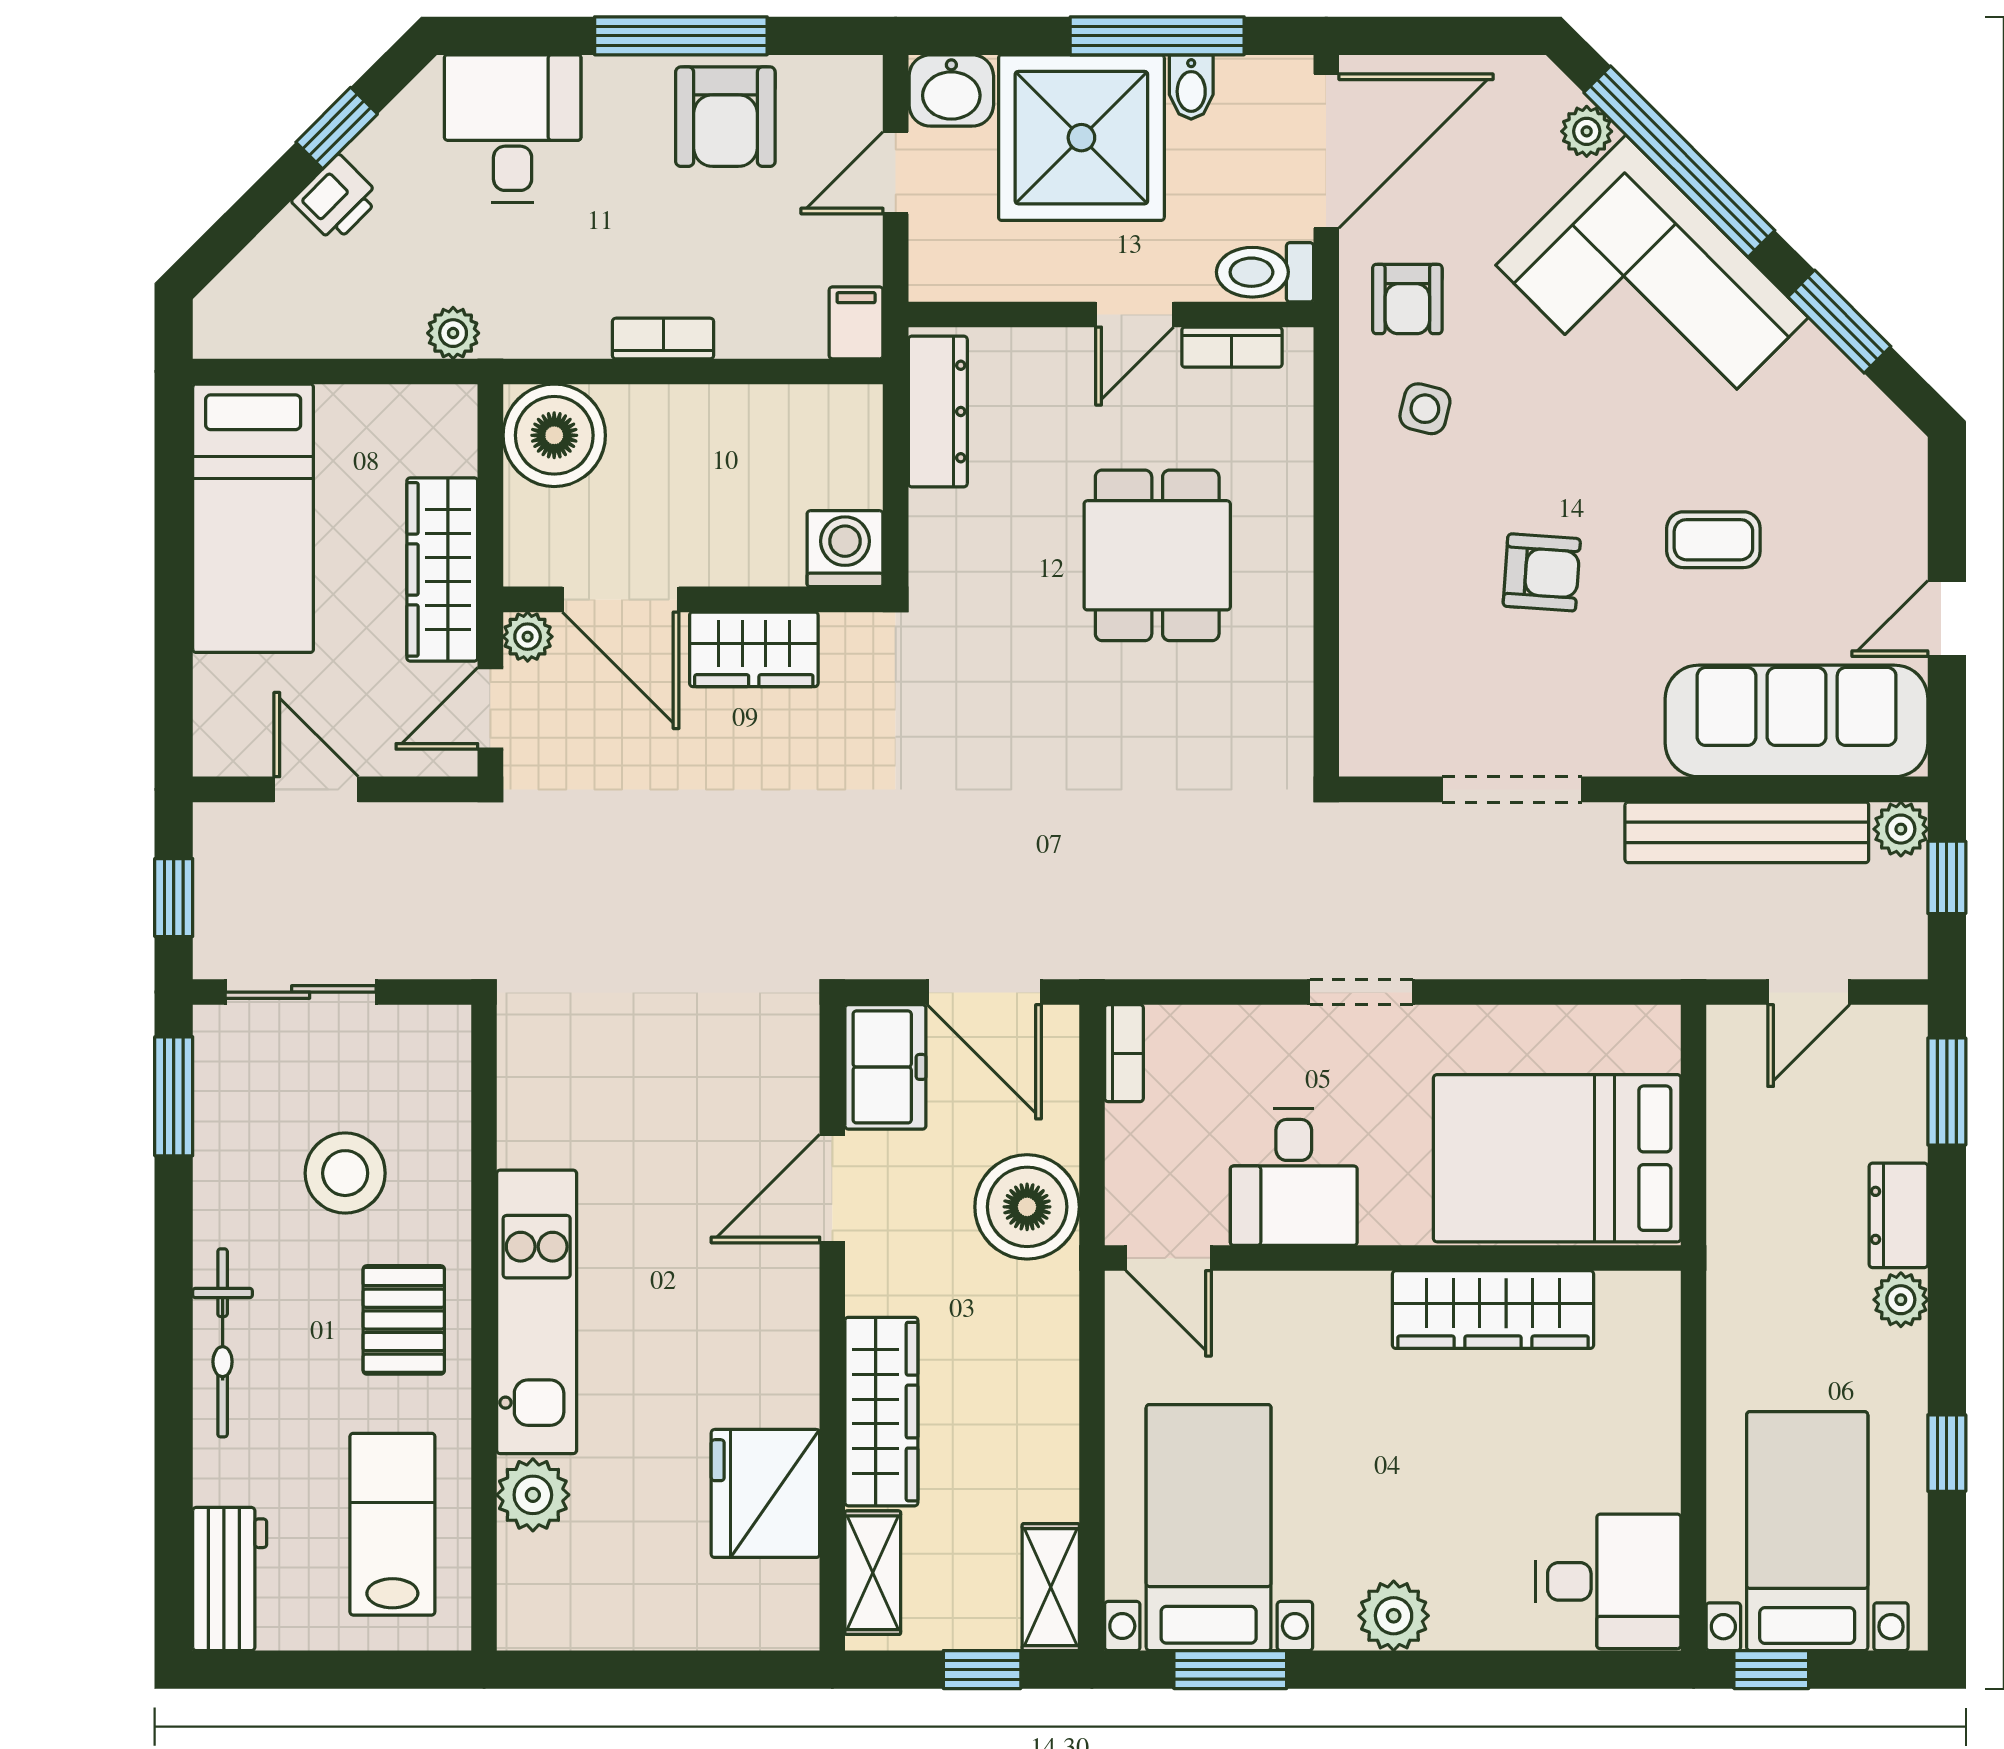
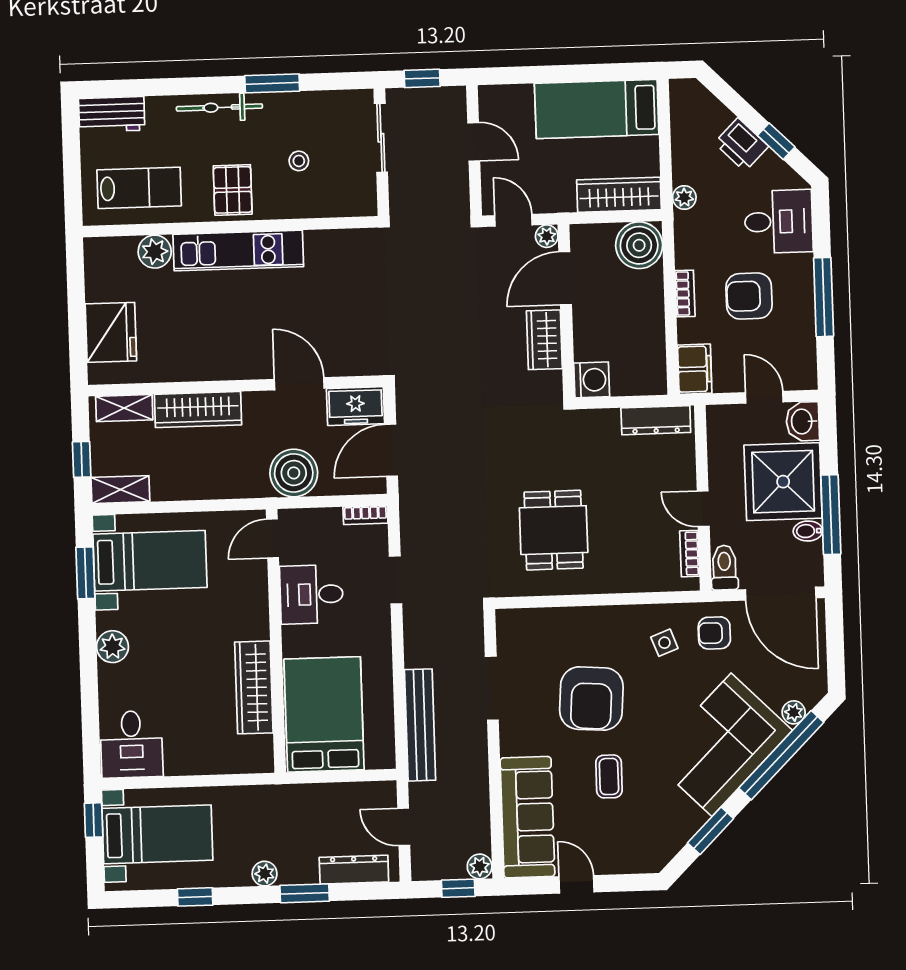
armchair: (725, 117) -> (749, 296), moved
printer: (336, 199) -> (741, 145), width x1.36, depth x1.24
filing cabinet: (856, 323) -> (695, 369), width x2.00
side table: (1425, 409) -> (664, 643), turned -35
dining table: (1157, 555) -> (554, 530), moved, turned 90
wardrobe: (442, 569) -> (619, 195), moved
armchair: (1542, 572) -> (591, 699), width x1.88, depth x1.88
door: (316, 789) -> (474, 142), hinge flipped
bench: (1747, 832) -> (420, 725), moved
doorway: (1361, 992) -> (396, 580), moved
window: (1947, 1092) -> (305, 893), moved
window: (174, 1096) -> (272, 83), moved
stool: (345, 1173) -> (299, 161), width x0.53, depth x0.53
dresser: (1898, 1215) -> (354, 870), moved, width x1.44
pallet: (404, 1320) -> (233, 190), turned 90
fridge: (765, 1493) -> (111, 332), moved, turned 90

